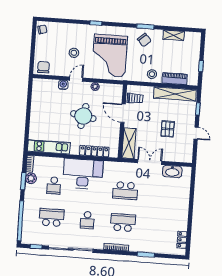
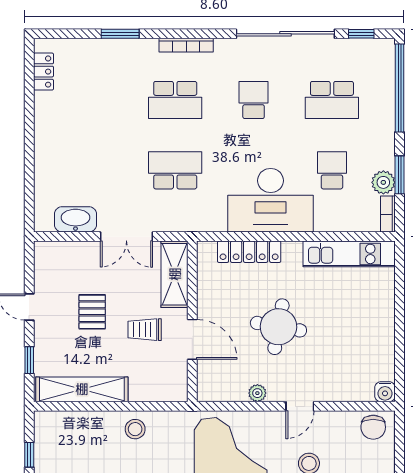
piano: (175, 79) -> (85, 423), removed
water cooler: (63, 85) -> (385, 392), moved
trolley: (135, 98) -> (145, 330), moved

